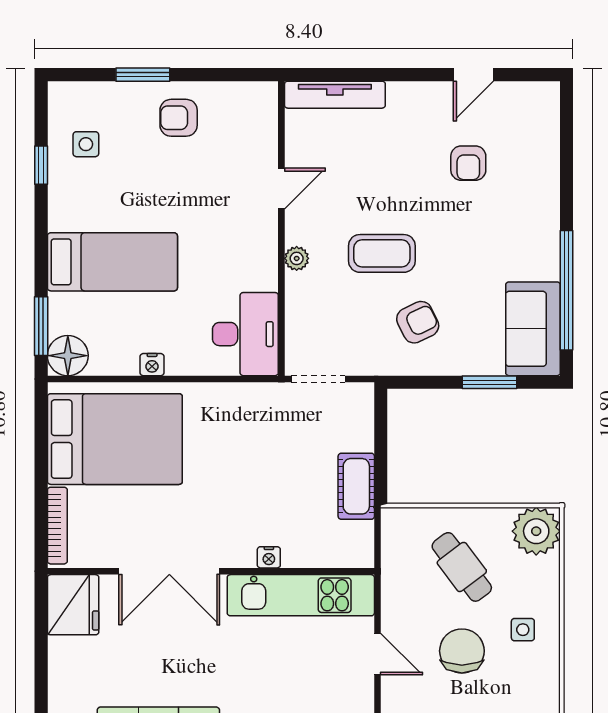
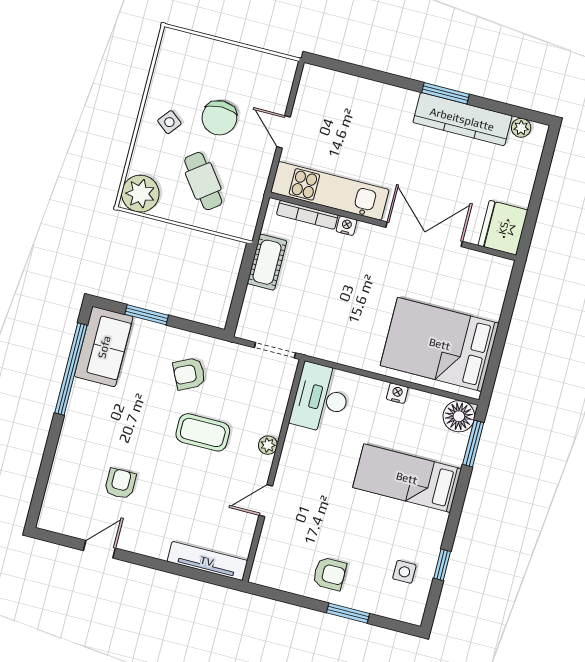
bookcase: (57, 526) -> (307, 215), moved, turned -90
side table: (523, 630) -> (169, 122), turned 38

